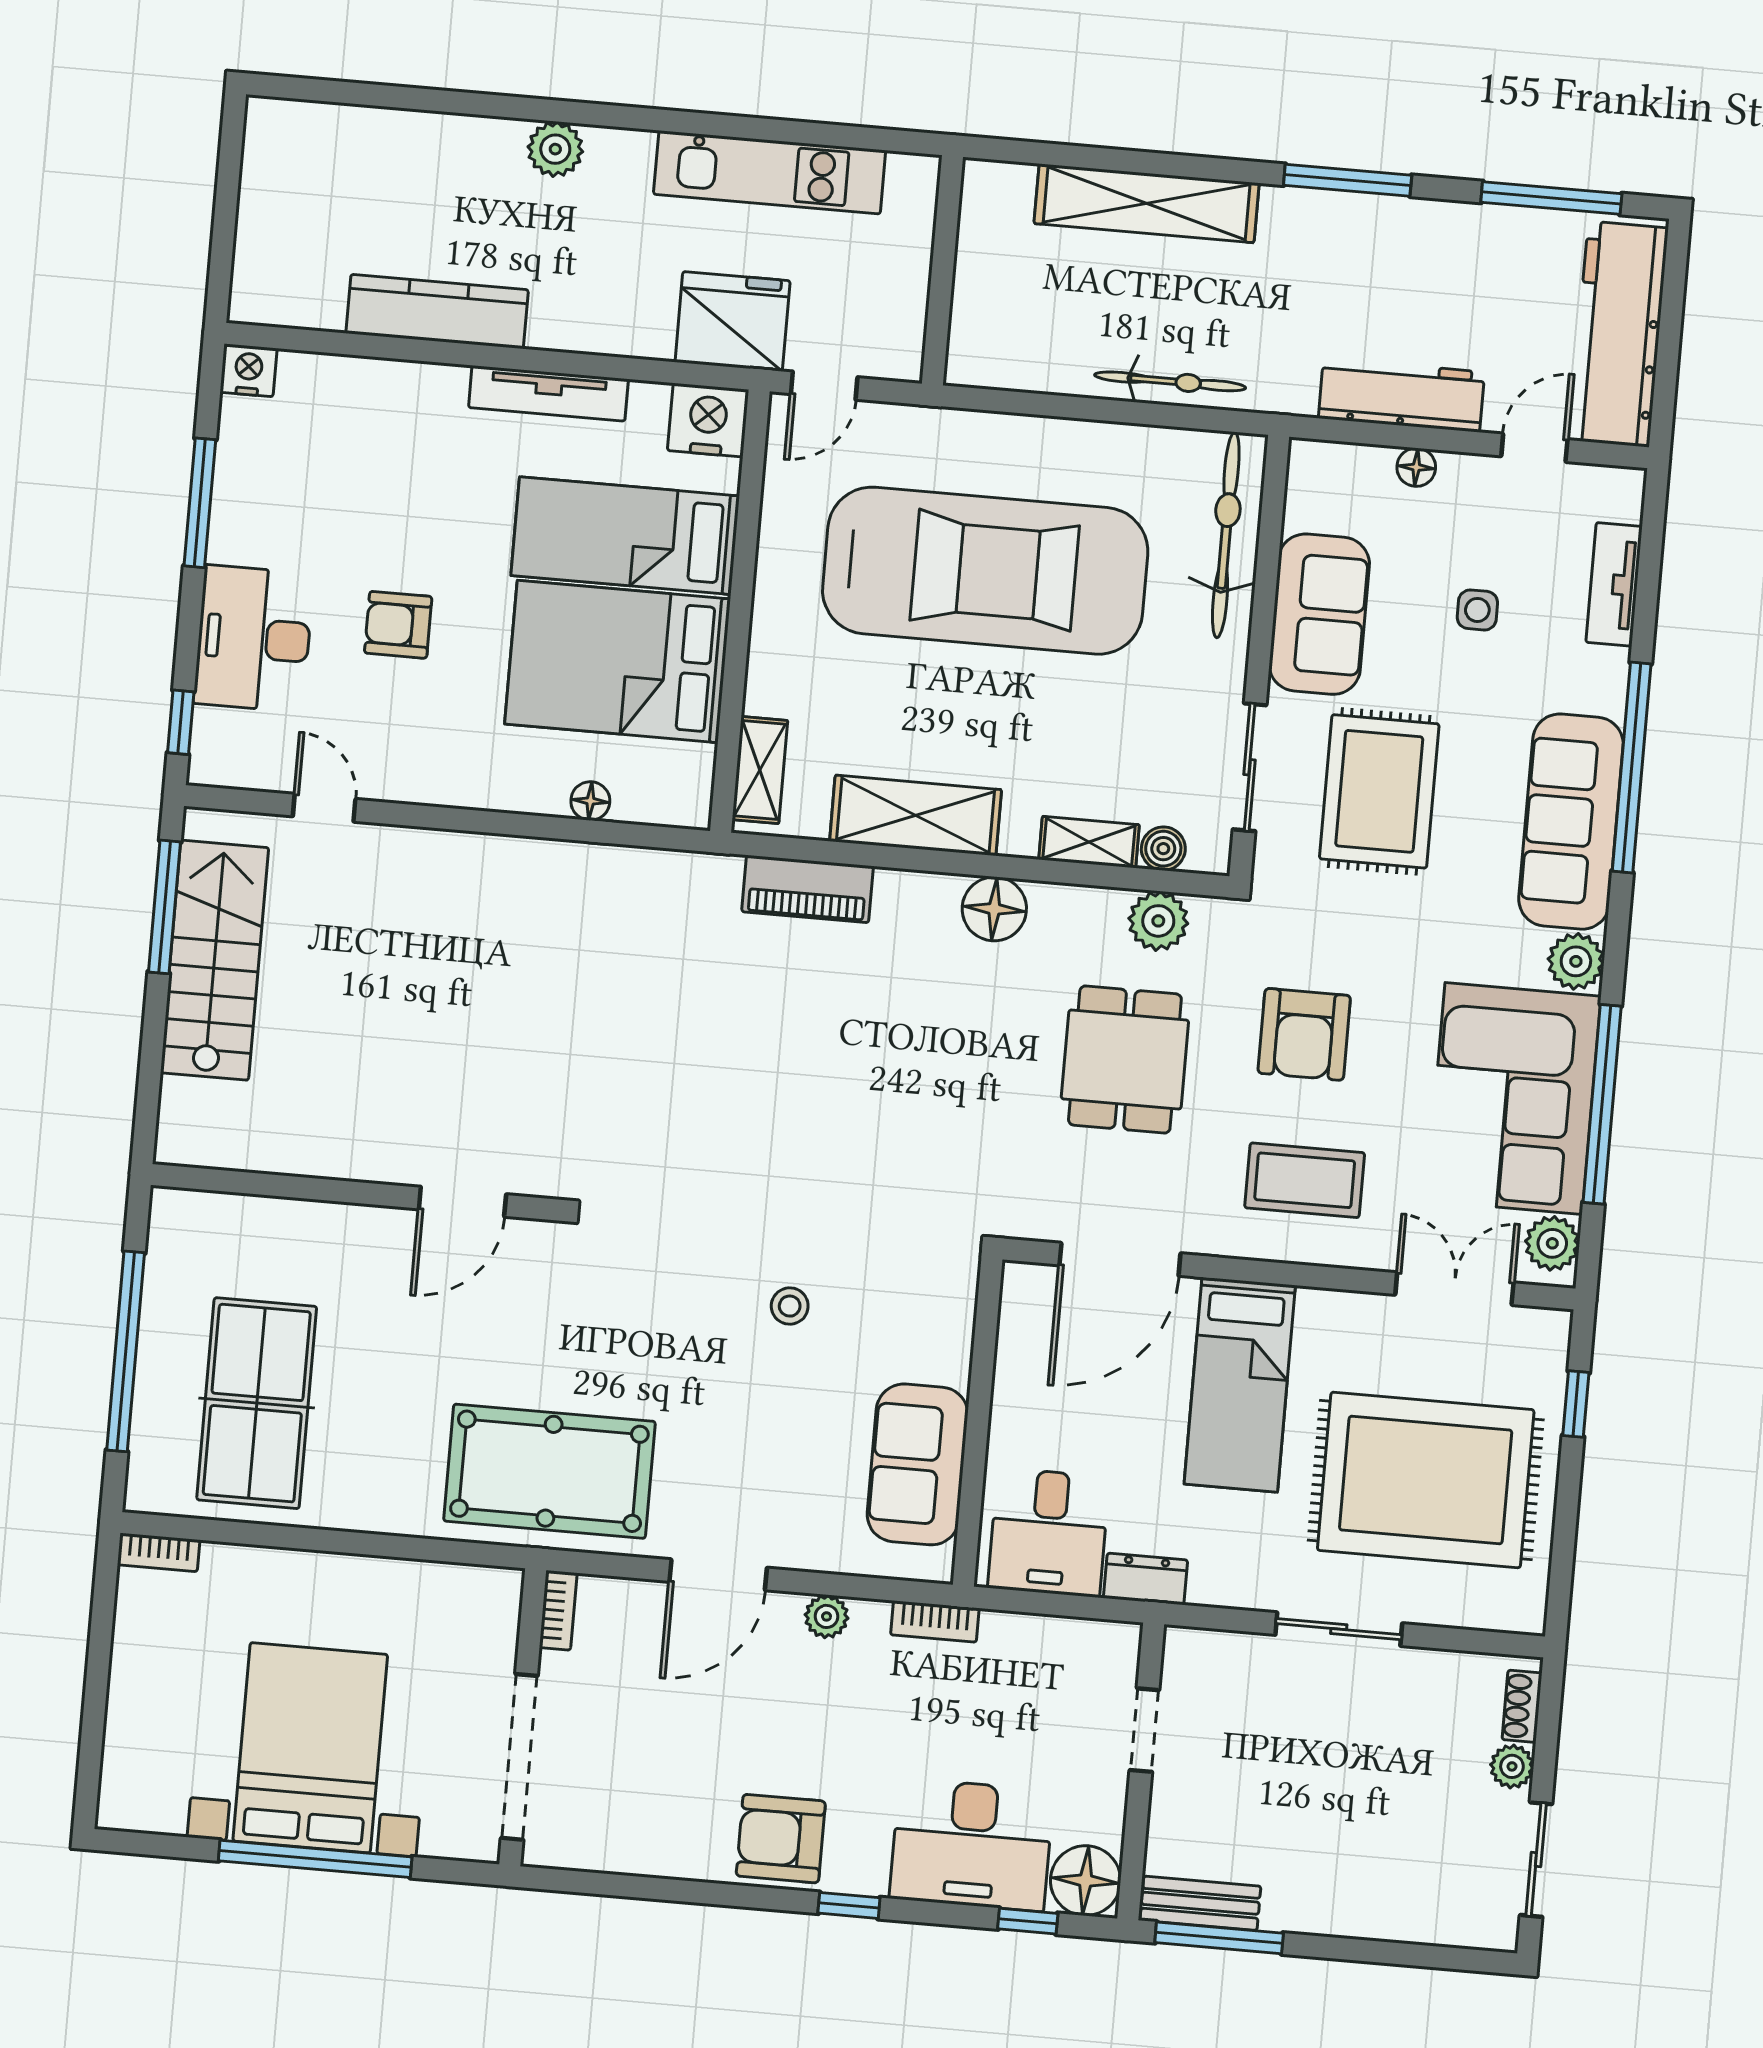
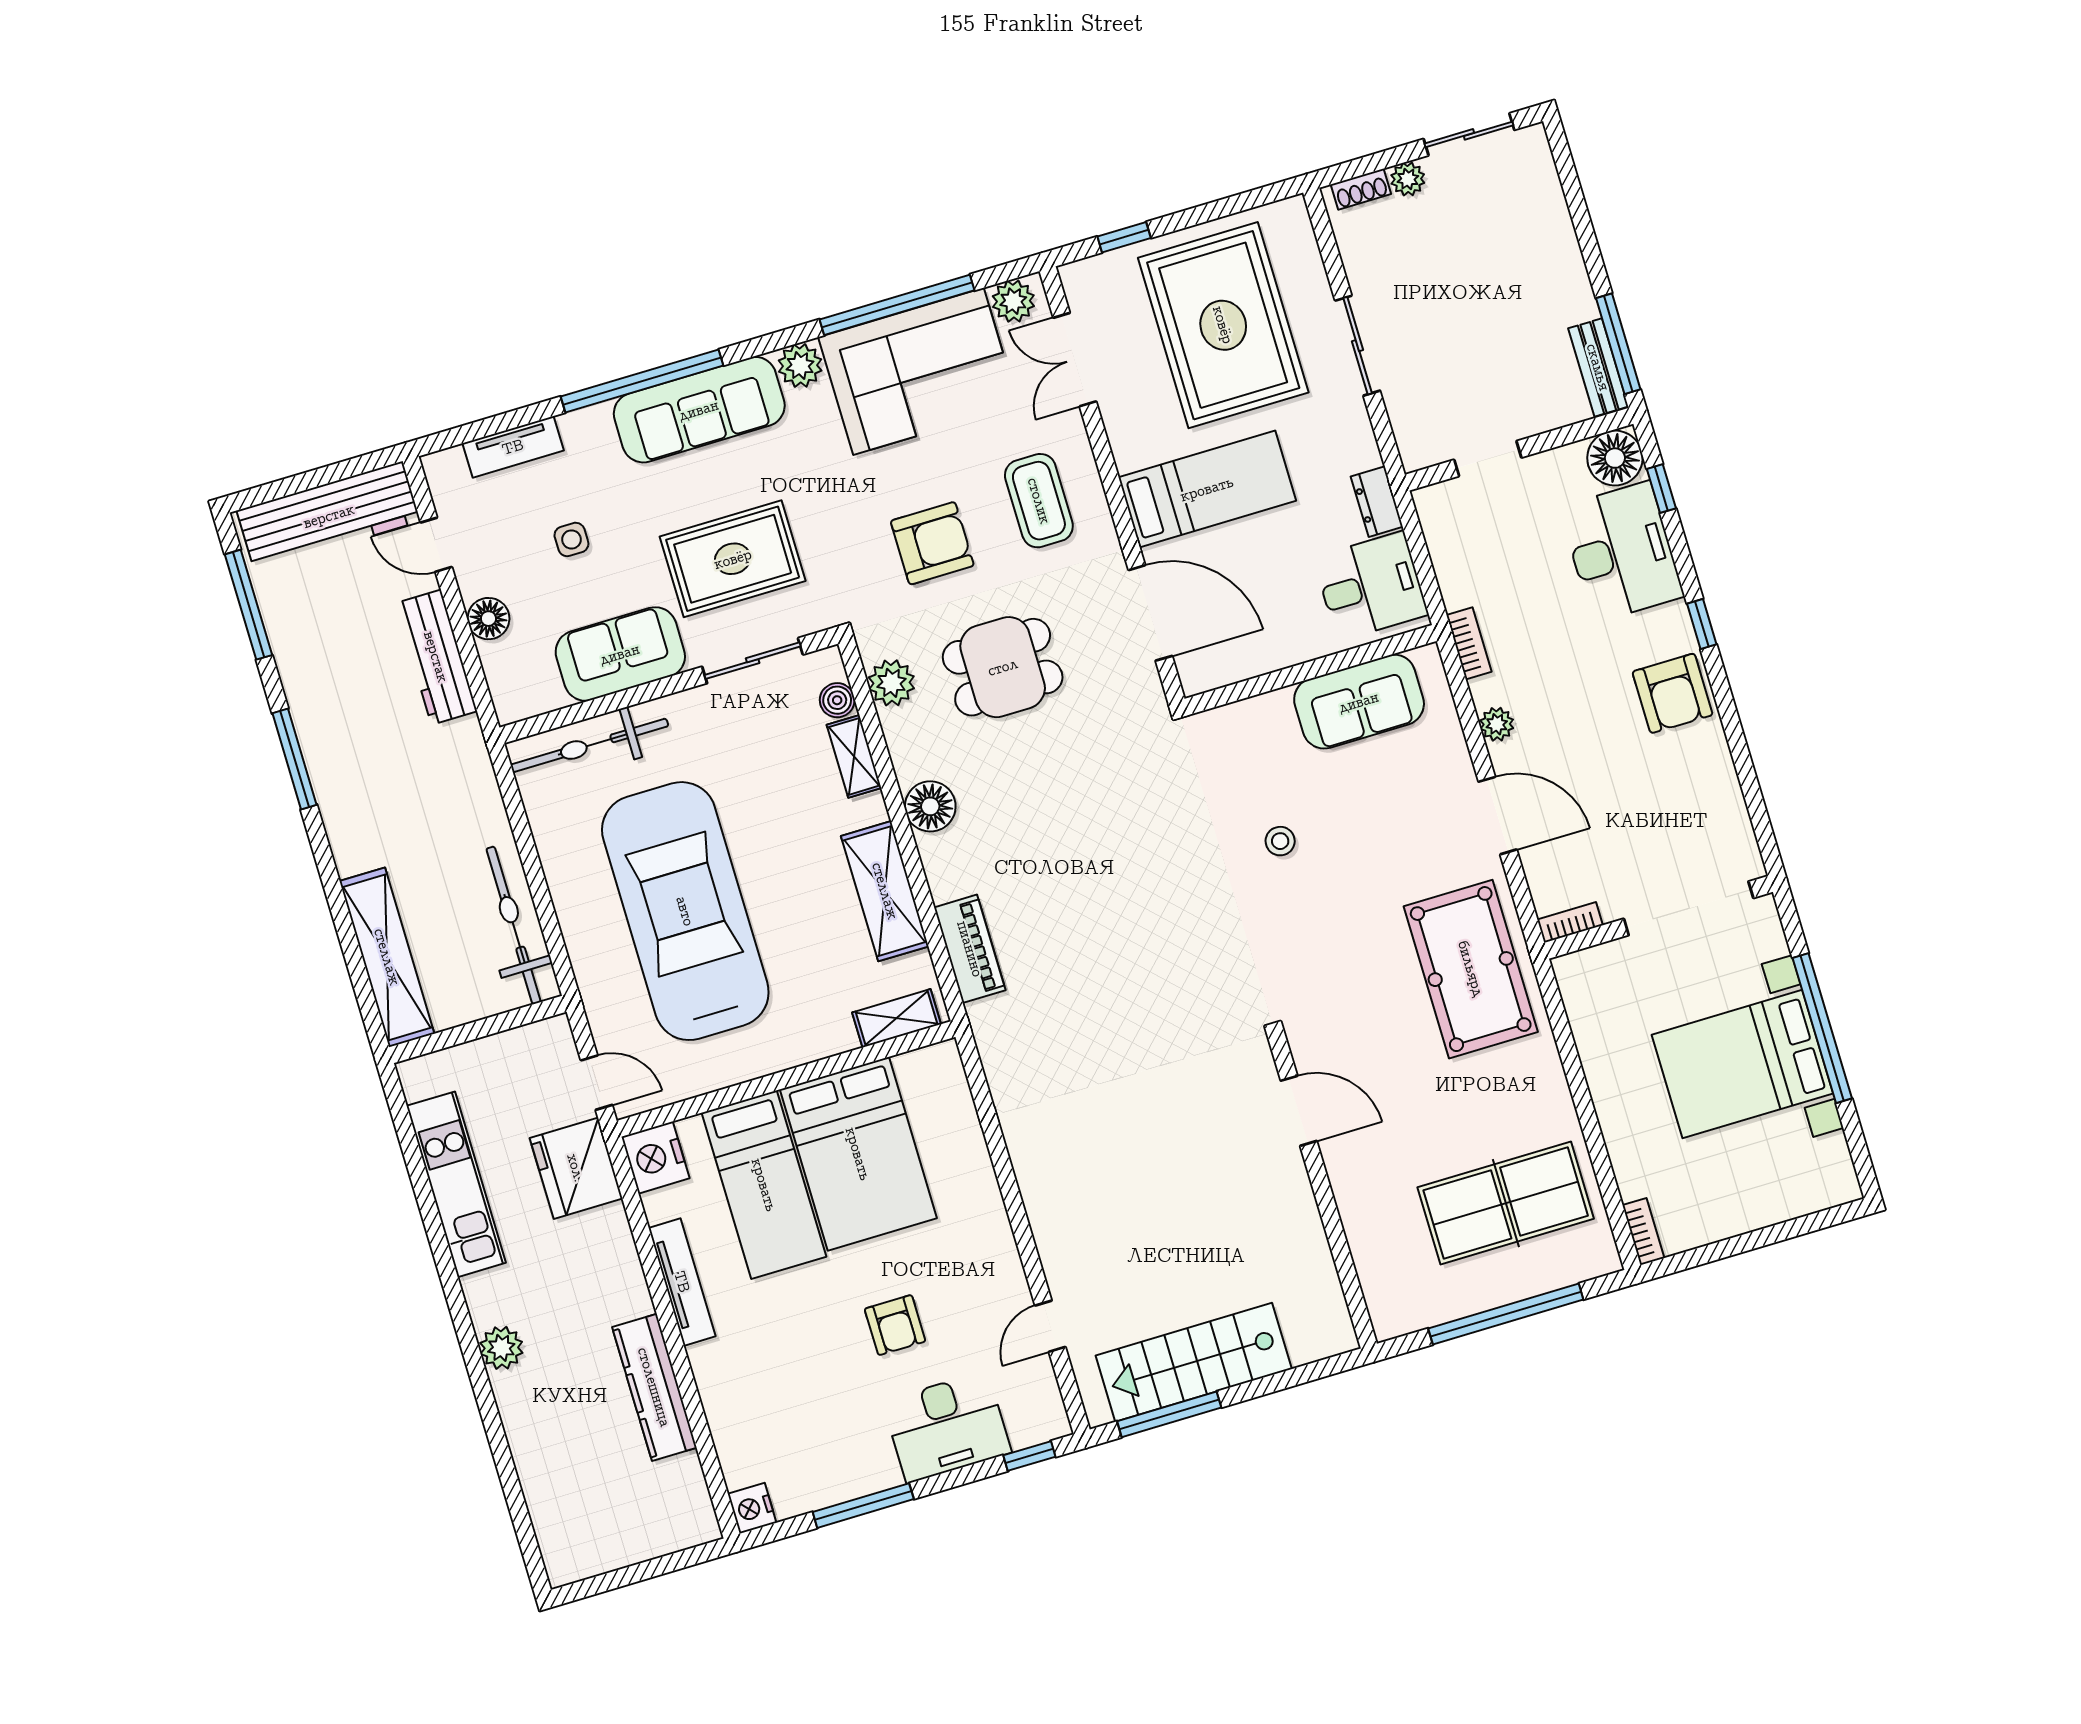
shelving: (1147, 203) -> (387, 957), moved
bicycle: (1170, 381) -> (513, 925), moved, width x1.37, depth x1.40
floor lamp: (1416, 467) -> (488, 619), width x1.37, depth x1.37
floor lamp: (590, 801) -> (968, 1133), removed

